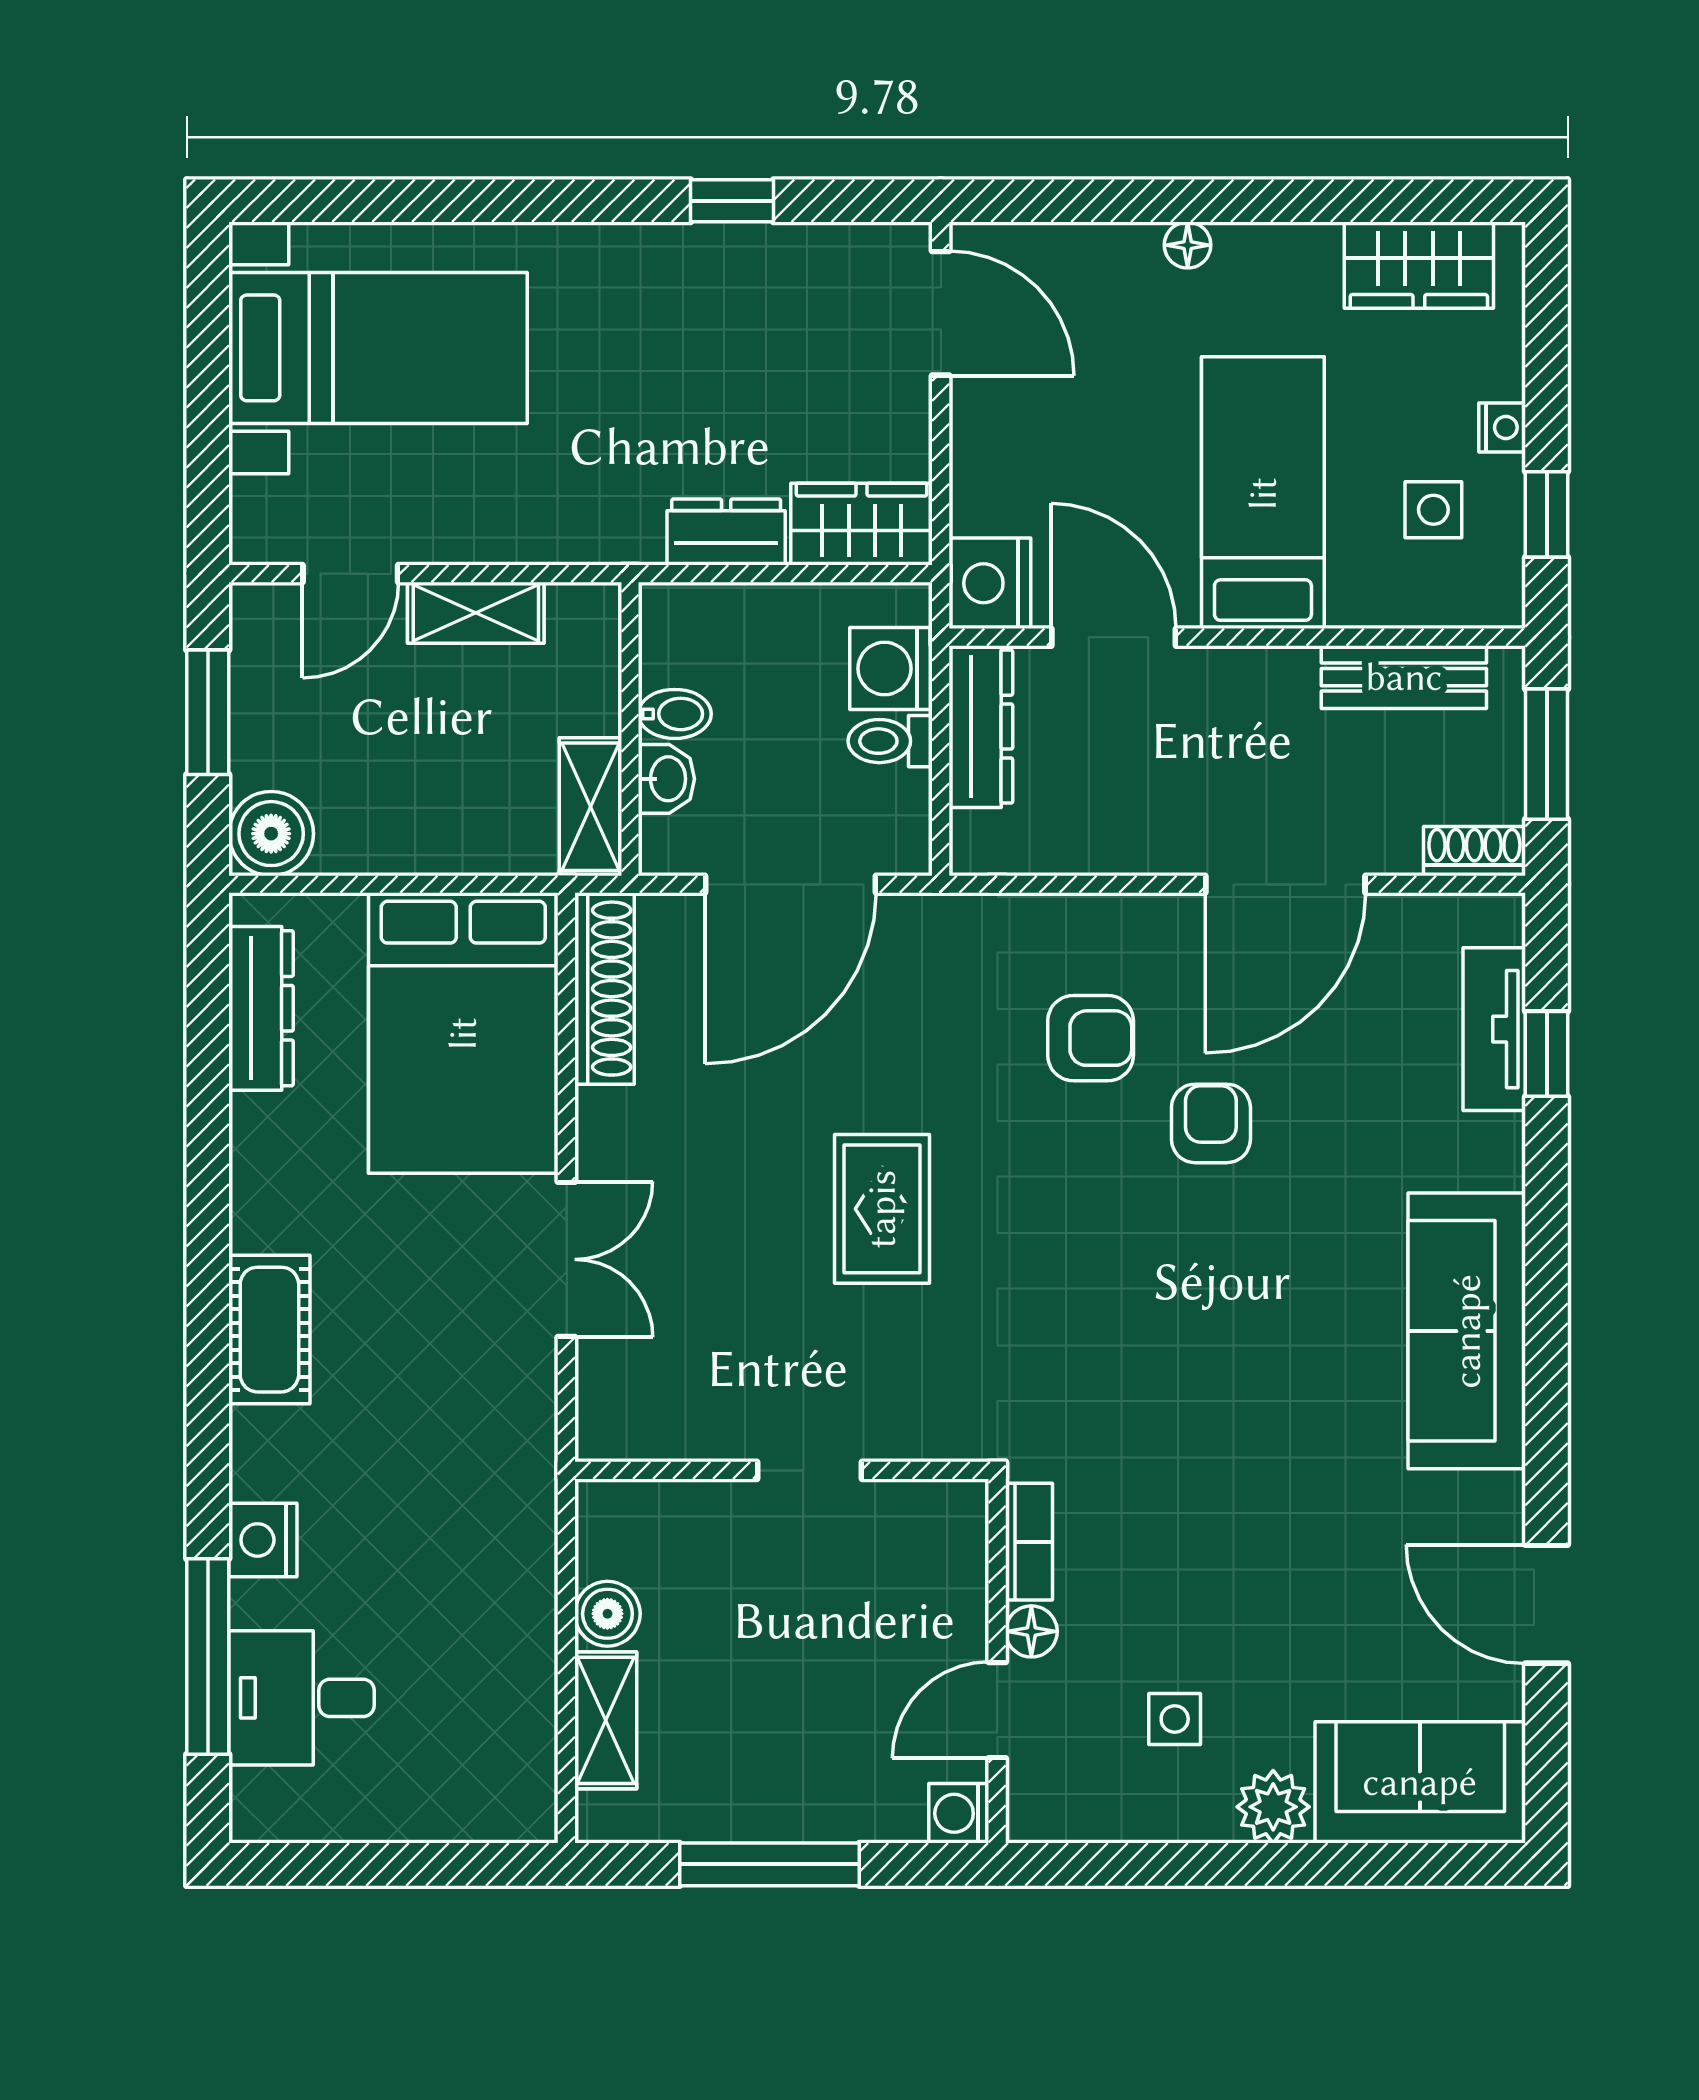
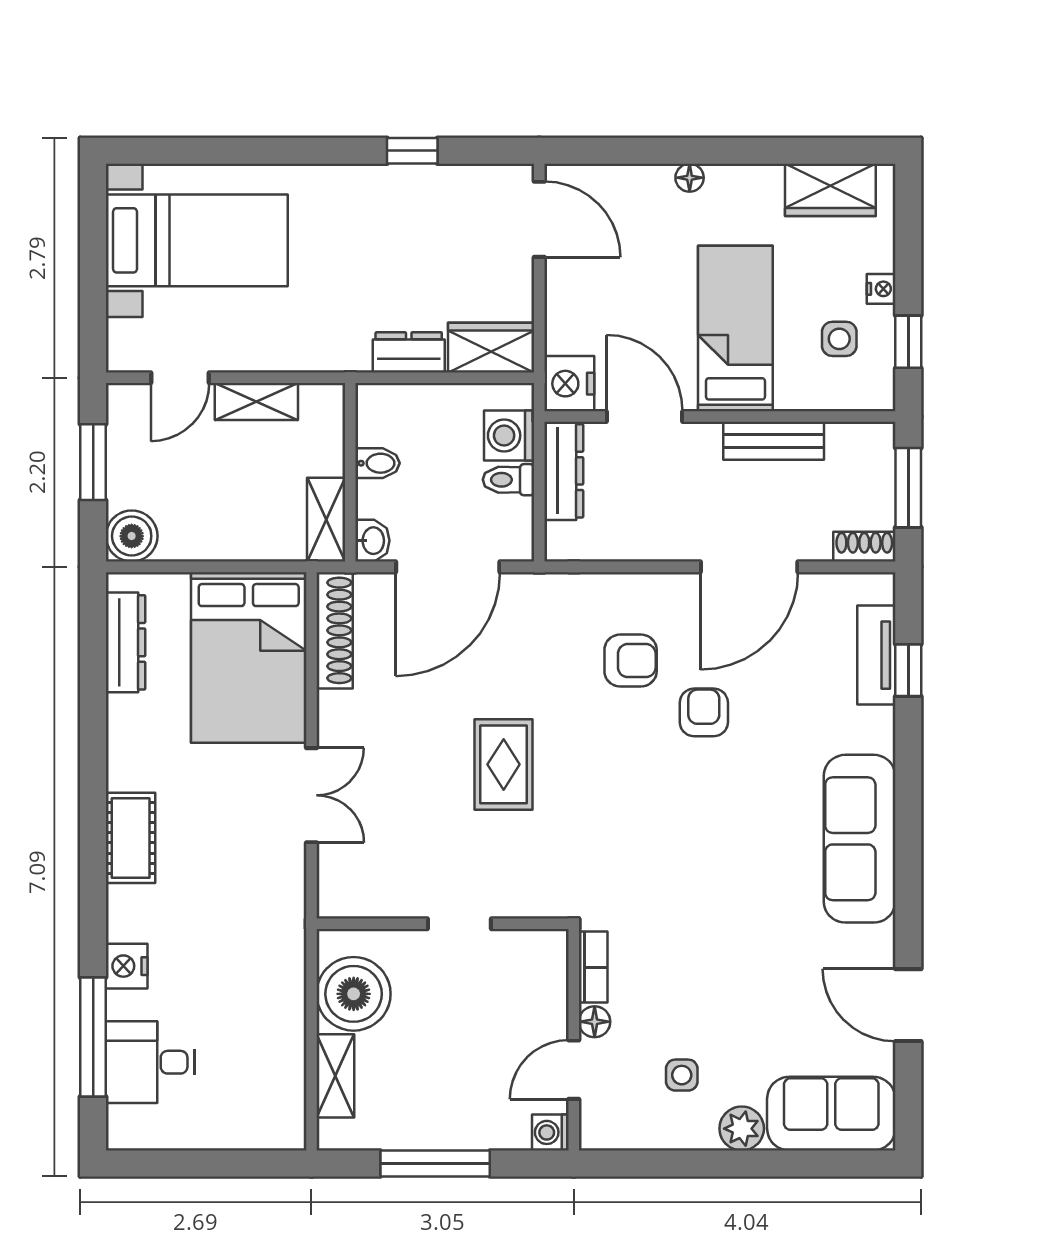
bench: (1404, 677) -> (774, 441), moved
washbasin: (666, 779) -> (372, 541), moved
boiler: (607, 1614) -> (354, 994), width x1.86, depth x1.86

